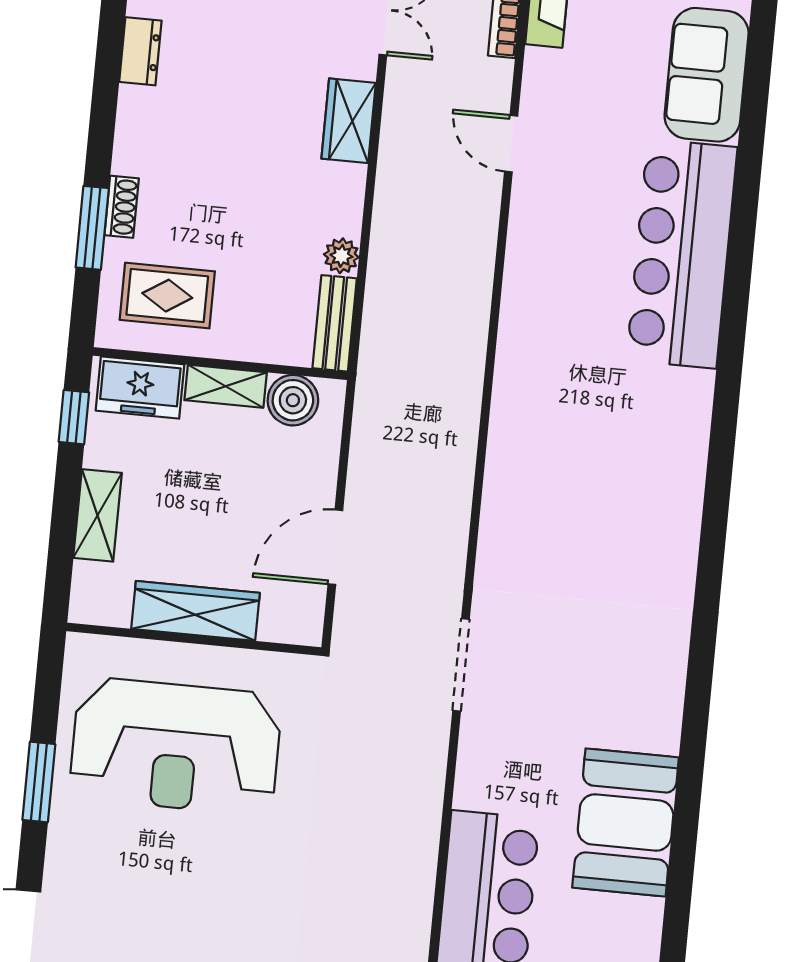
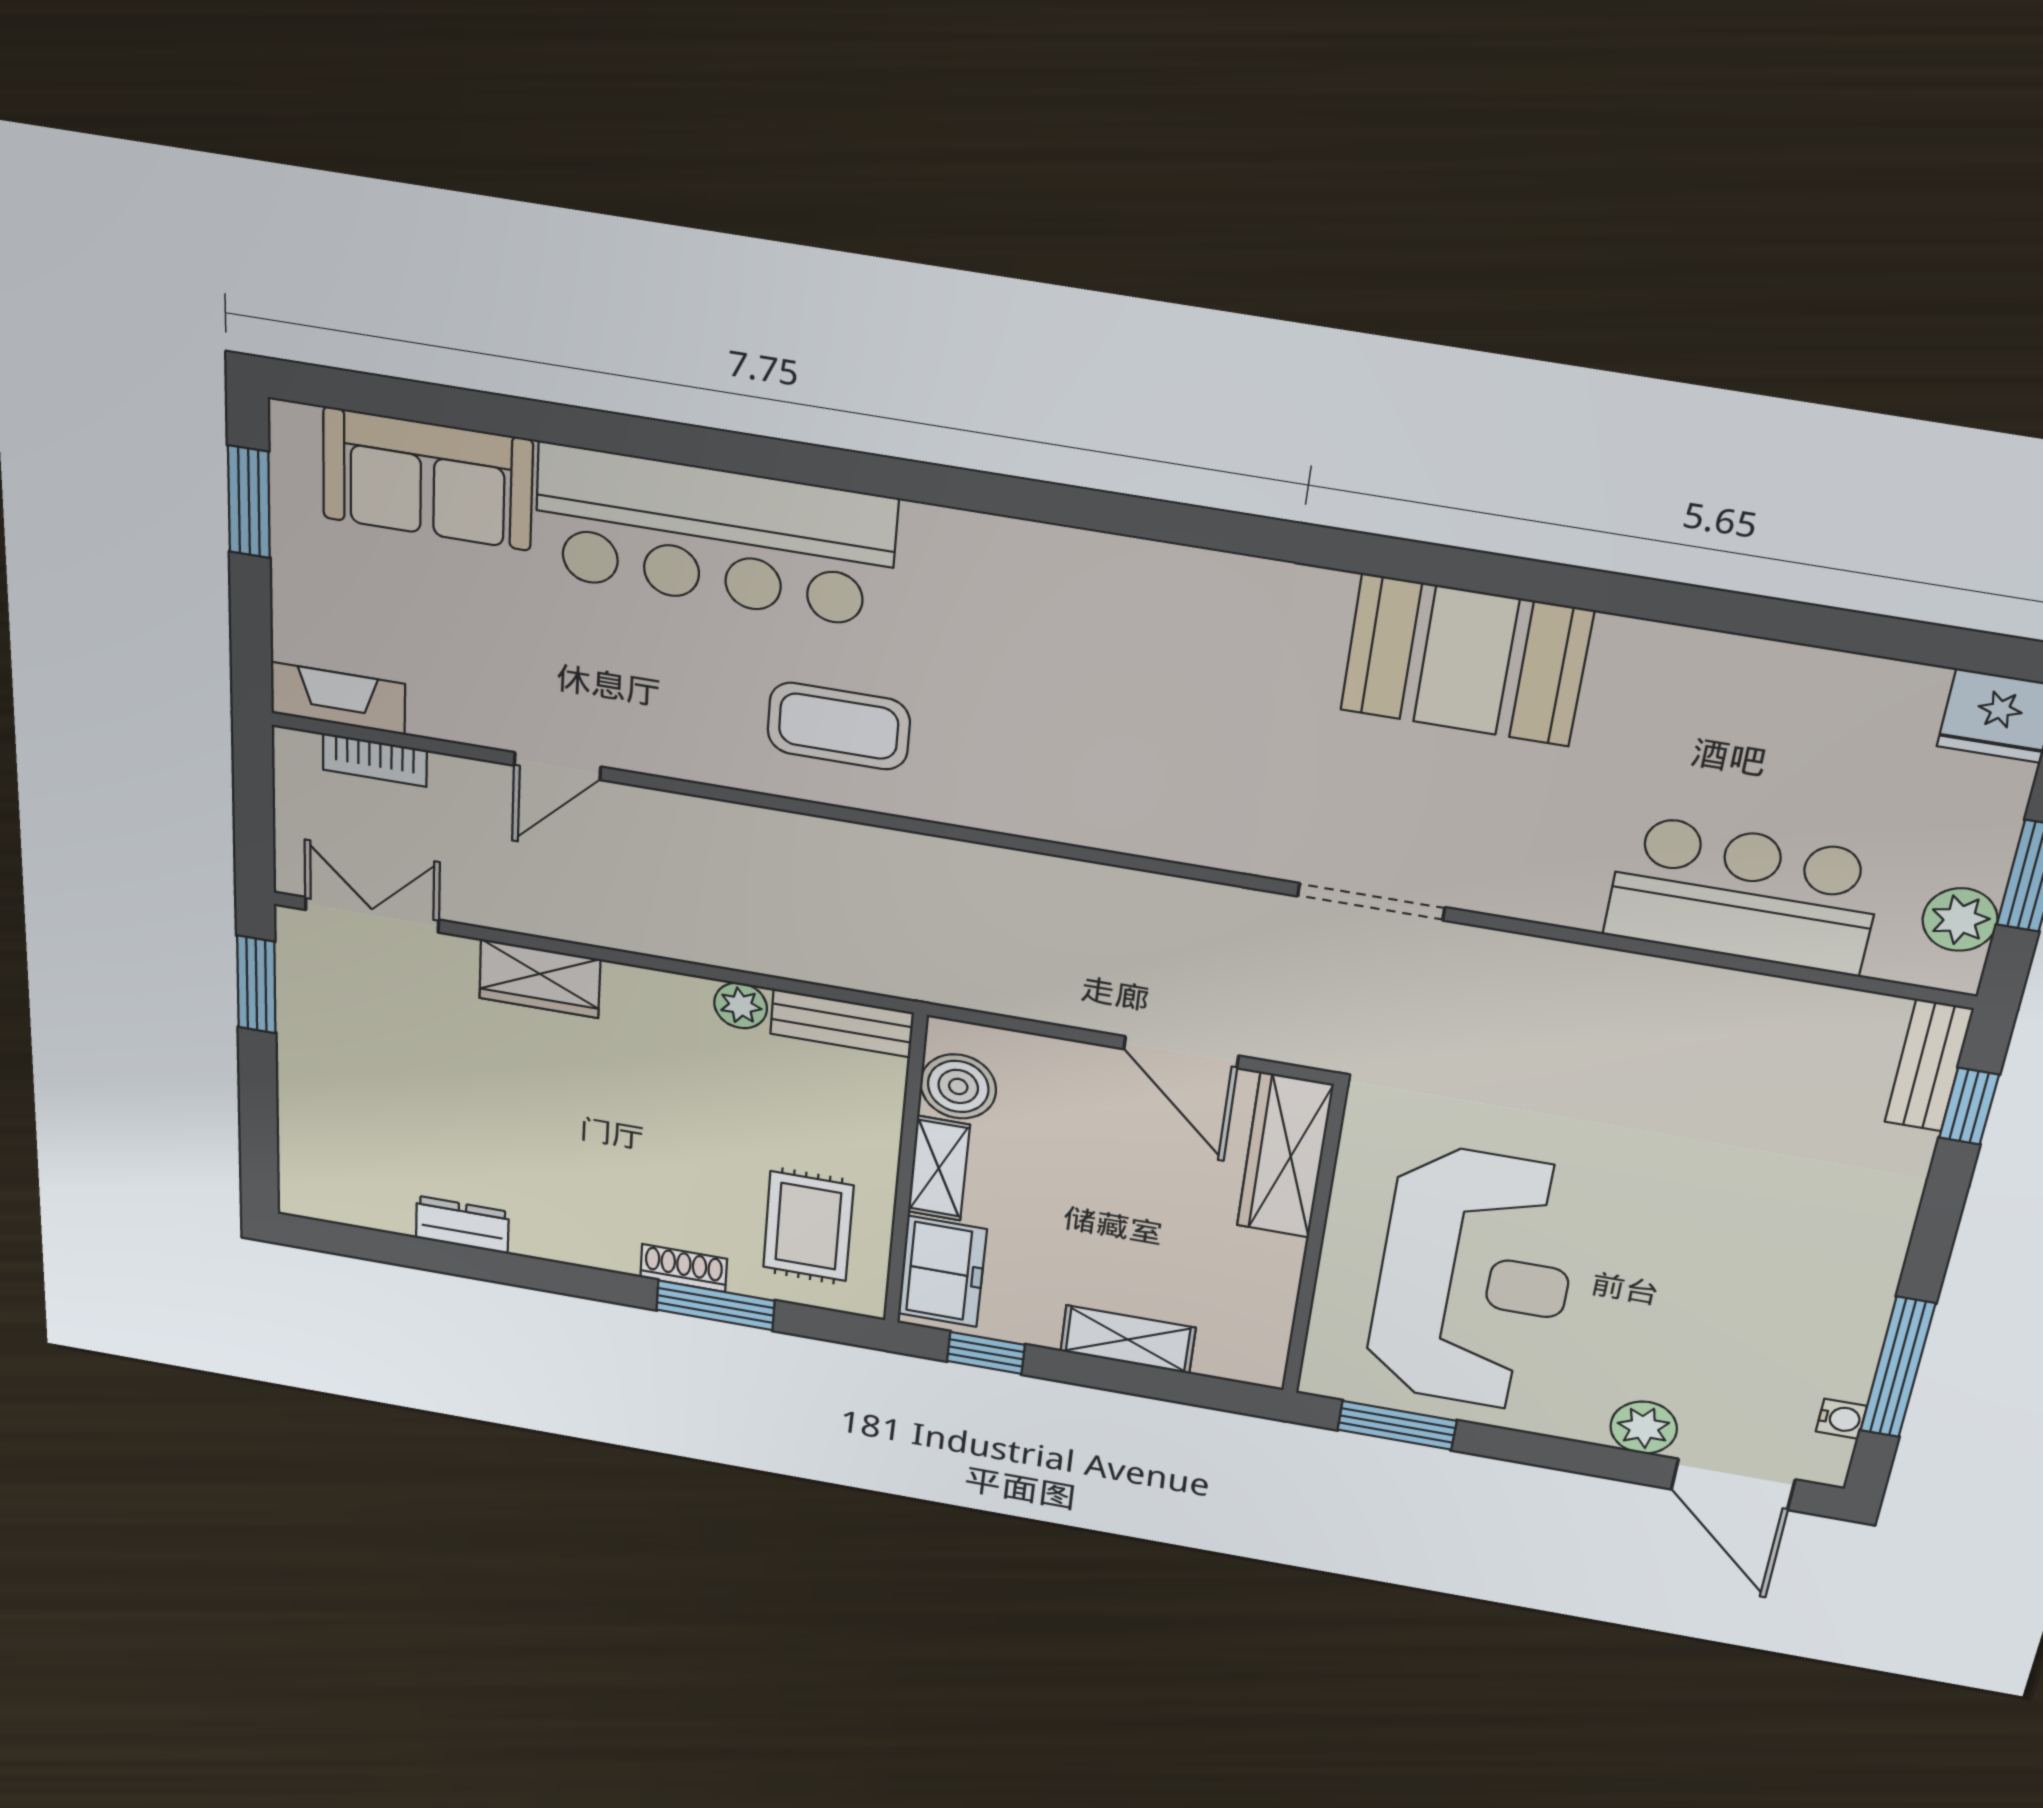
coffee table: (556, 327) -> (839, 726), added
wardrobe: (195, 611) -> (1285, 1155), moved
window: (39, 782) -> (1397, 1425), moved
booth: (626, 822) -> (1466, 660), moved
plant: (66, 867) -> (1644, 1428), added

